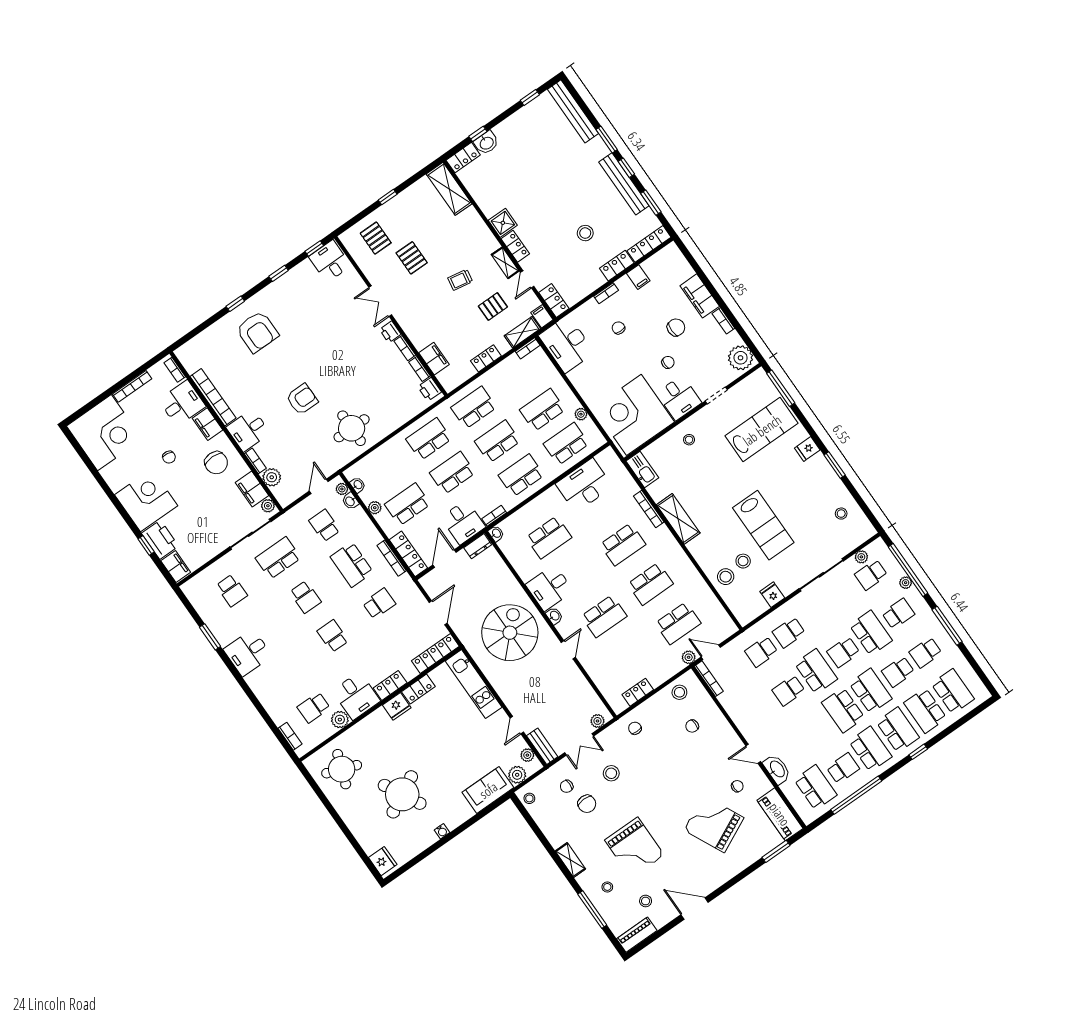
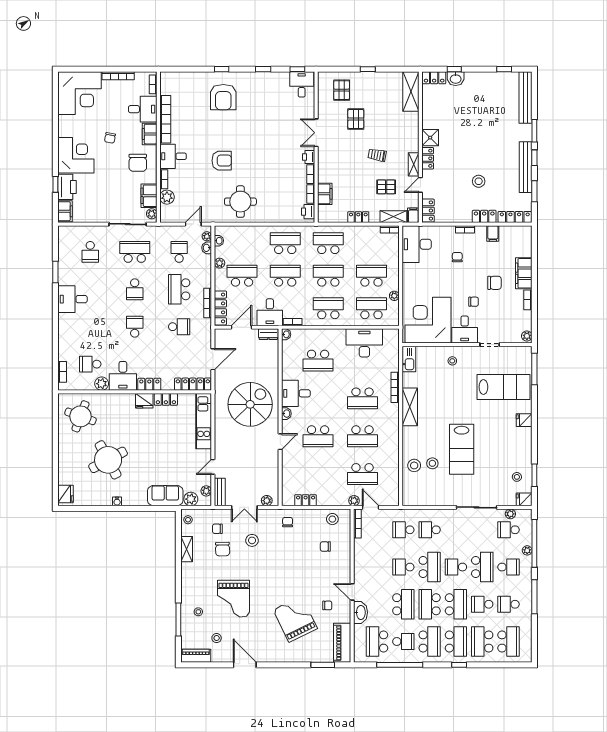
plant: (741, 358) -> (527, 336), width x0.53, depth x0.53
window: (835, 465) -> (534, 475), moved
fridge: (772, 595) -> (524, 499), moved, turned -90
school desk: (816, 729) -> (403, 604), added
school desk: (815, 787) -> (377, 641), turned 180
shelving: (570, 860) -> (187, 549), moved

